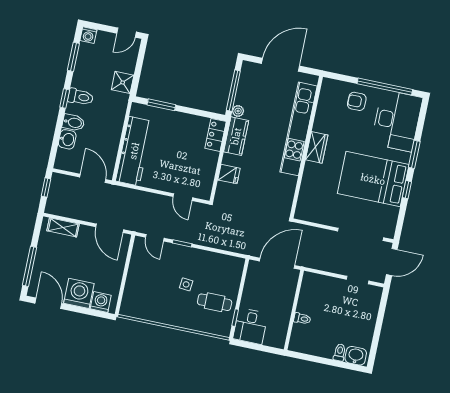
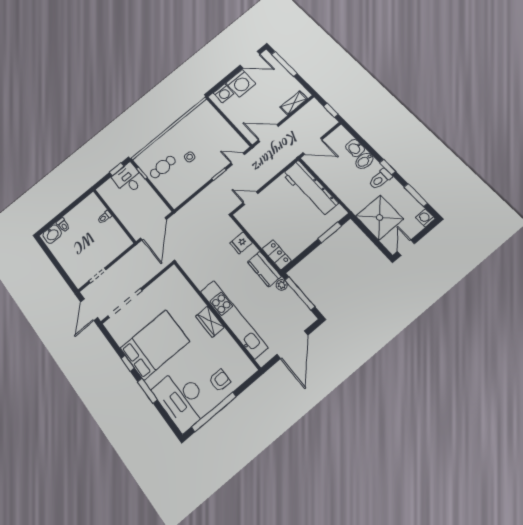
shower: (123, 82) -> (380, 218), width x1.86, depth x1.86
window: (250, 345) -> (117, 169), added

